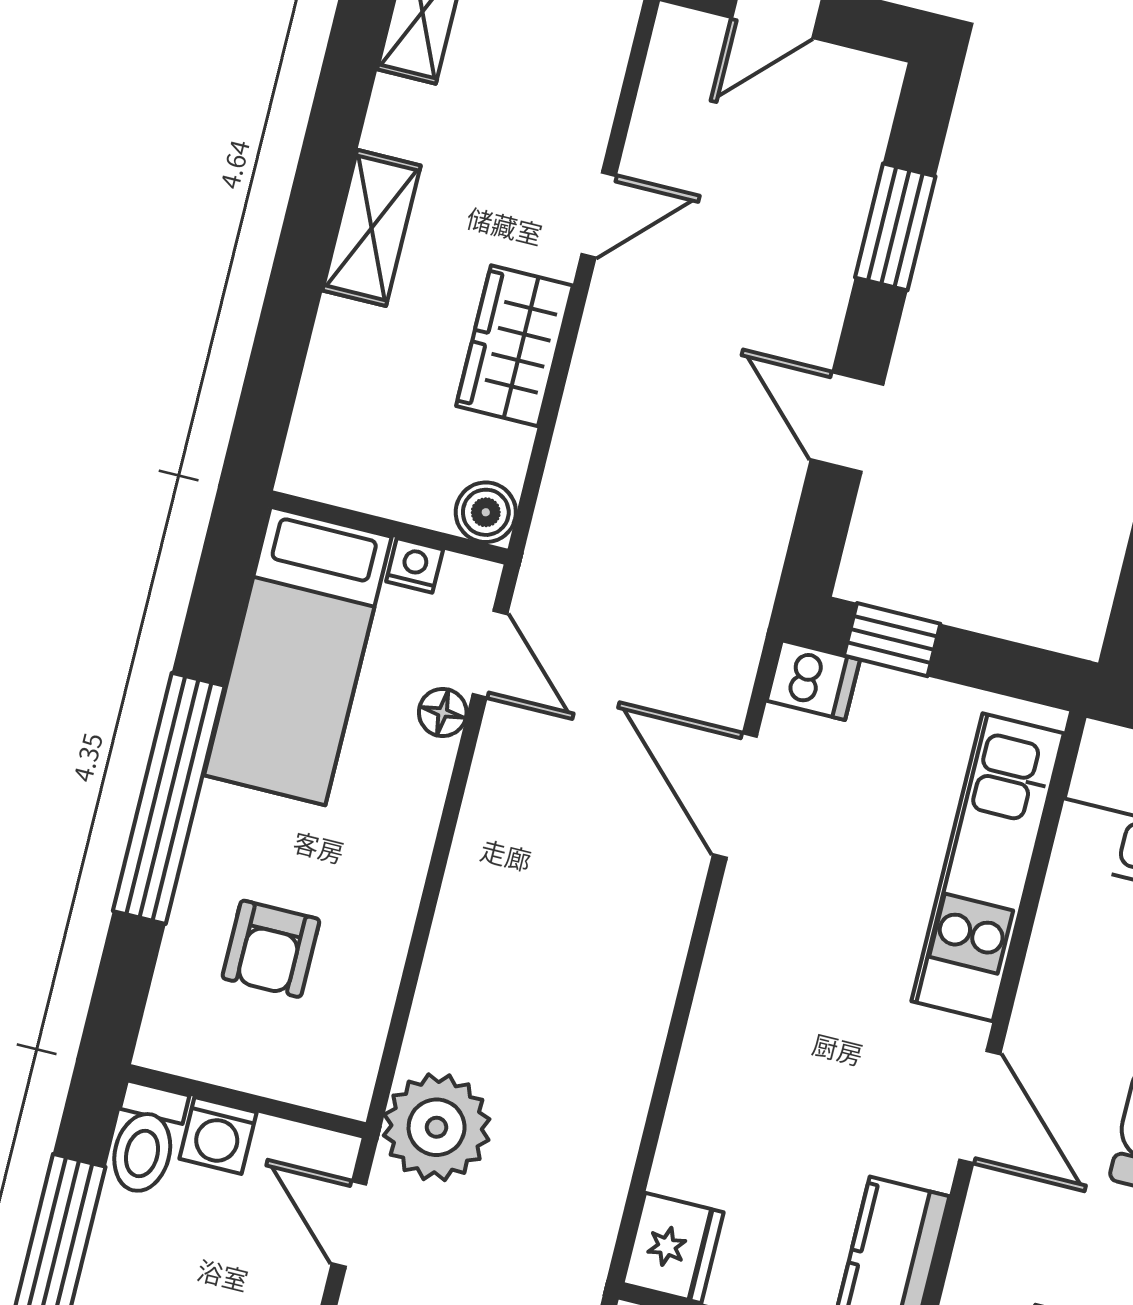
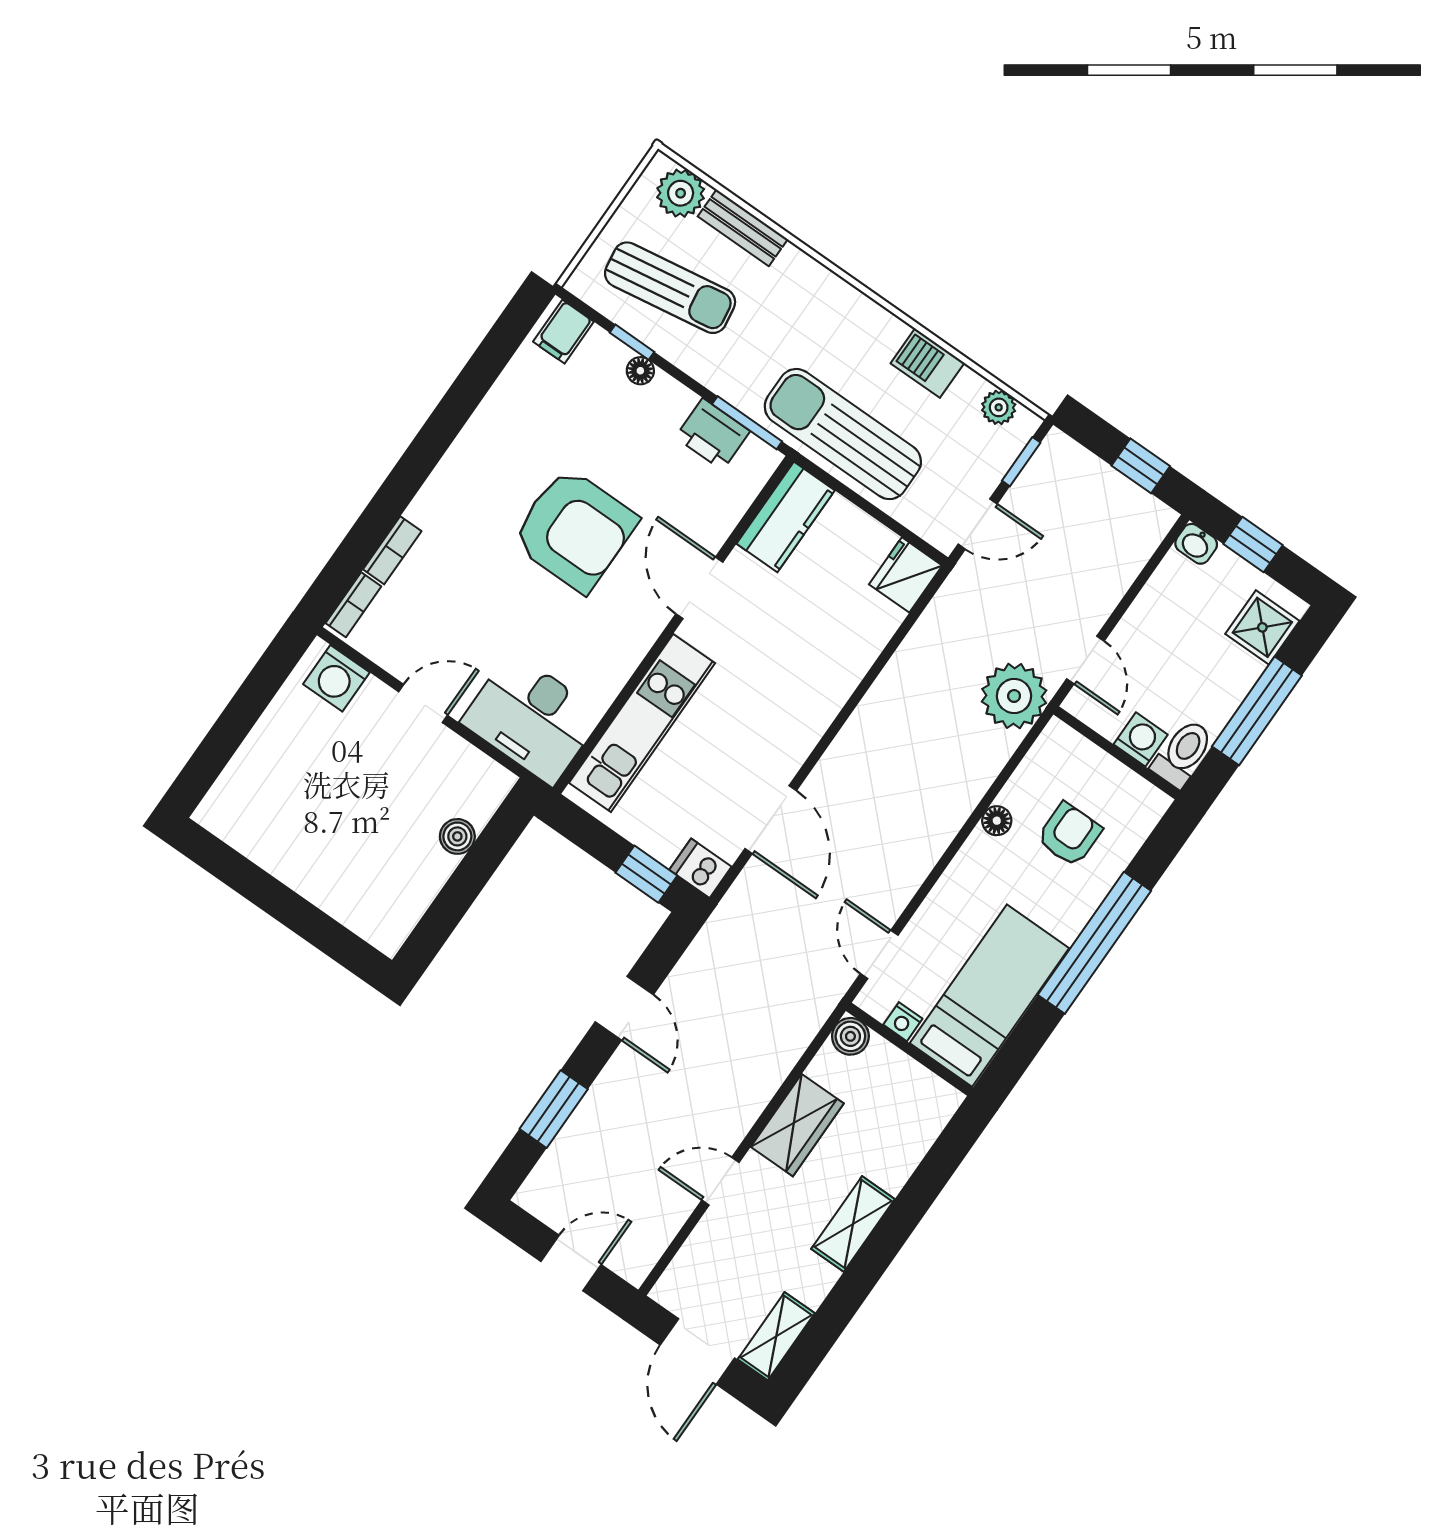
floor lamp: (443, 712) -> (997, 821), moved

